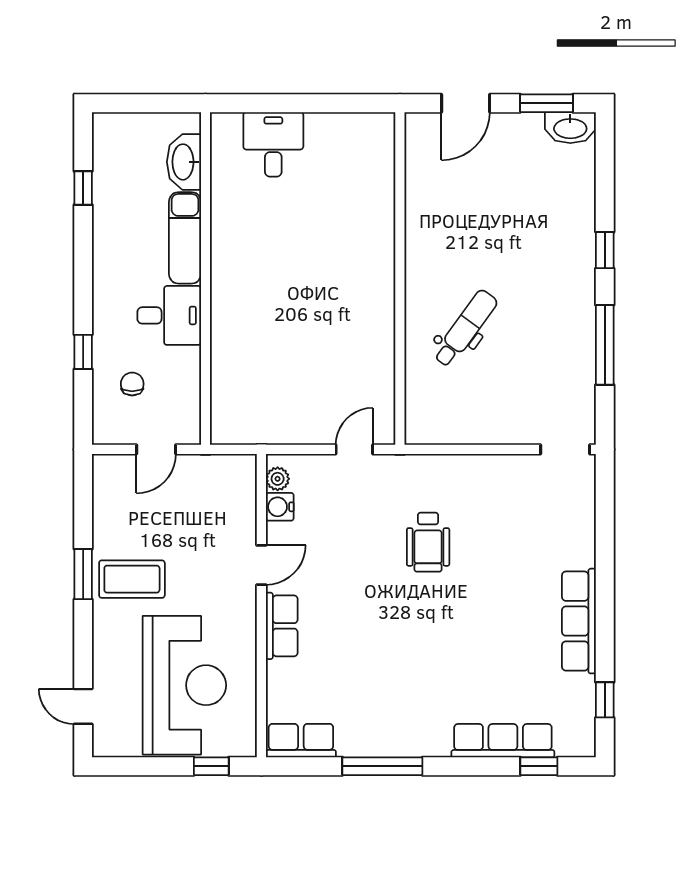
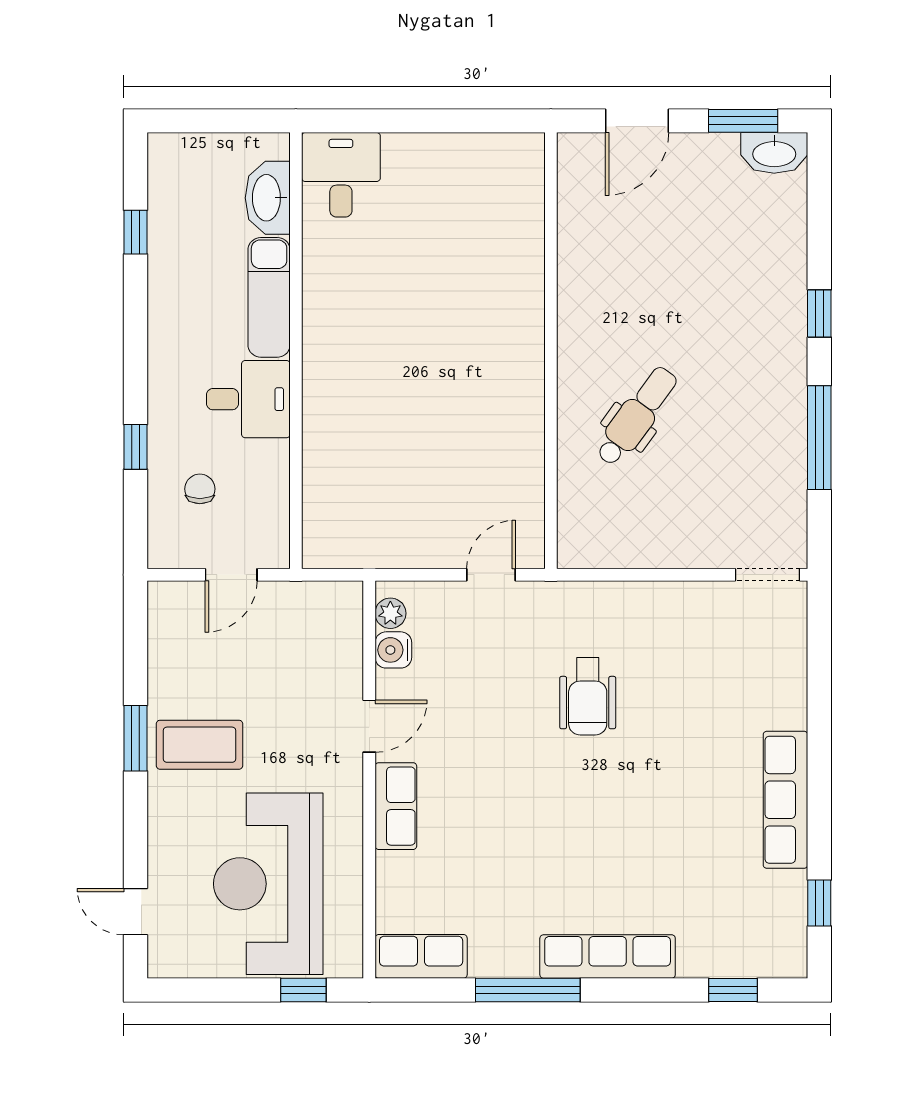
desk: (273, 144) -> (341, 175), moved
reception desk: (184, 685) -> (268, 884), turned 180
row of seats: (503, 741) -> (608, 957), moved

